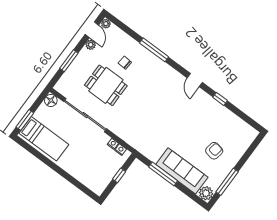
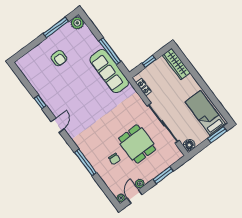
armchair: (214, 151) -> (59, 58), turned -100
sofa: (182, 171) -> (109, 71), moved
wardrobe: (90, 181) -> (176, 64), added

